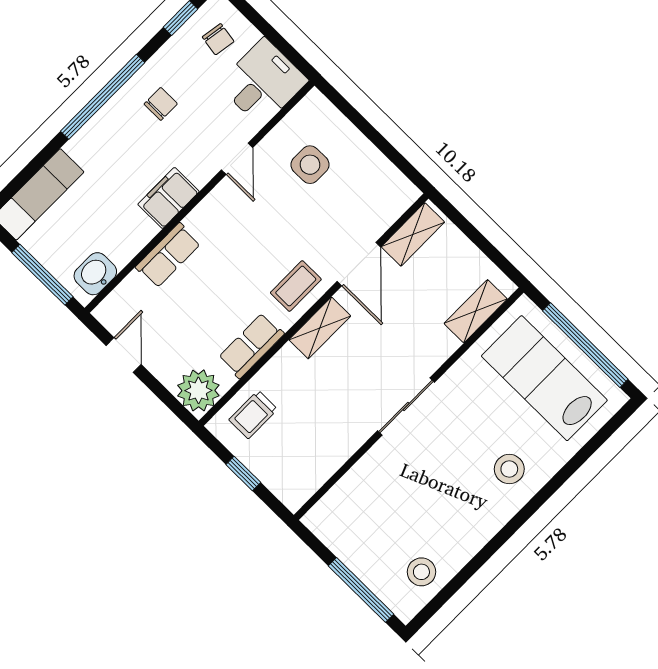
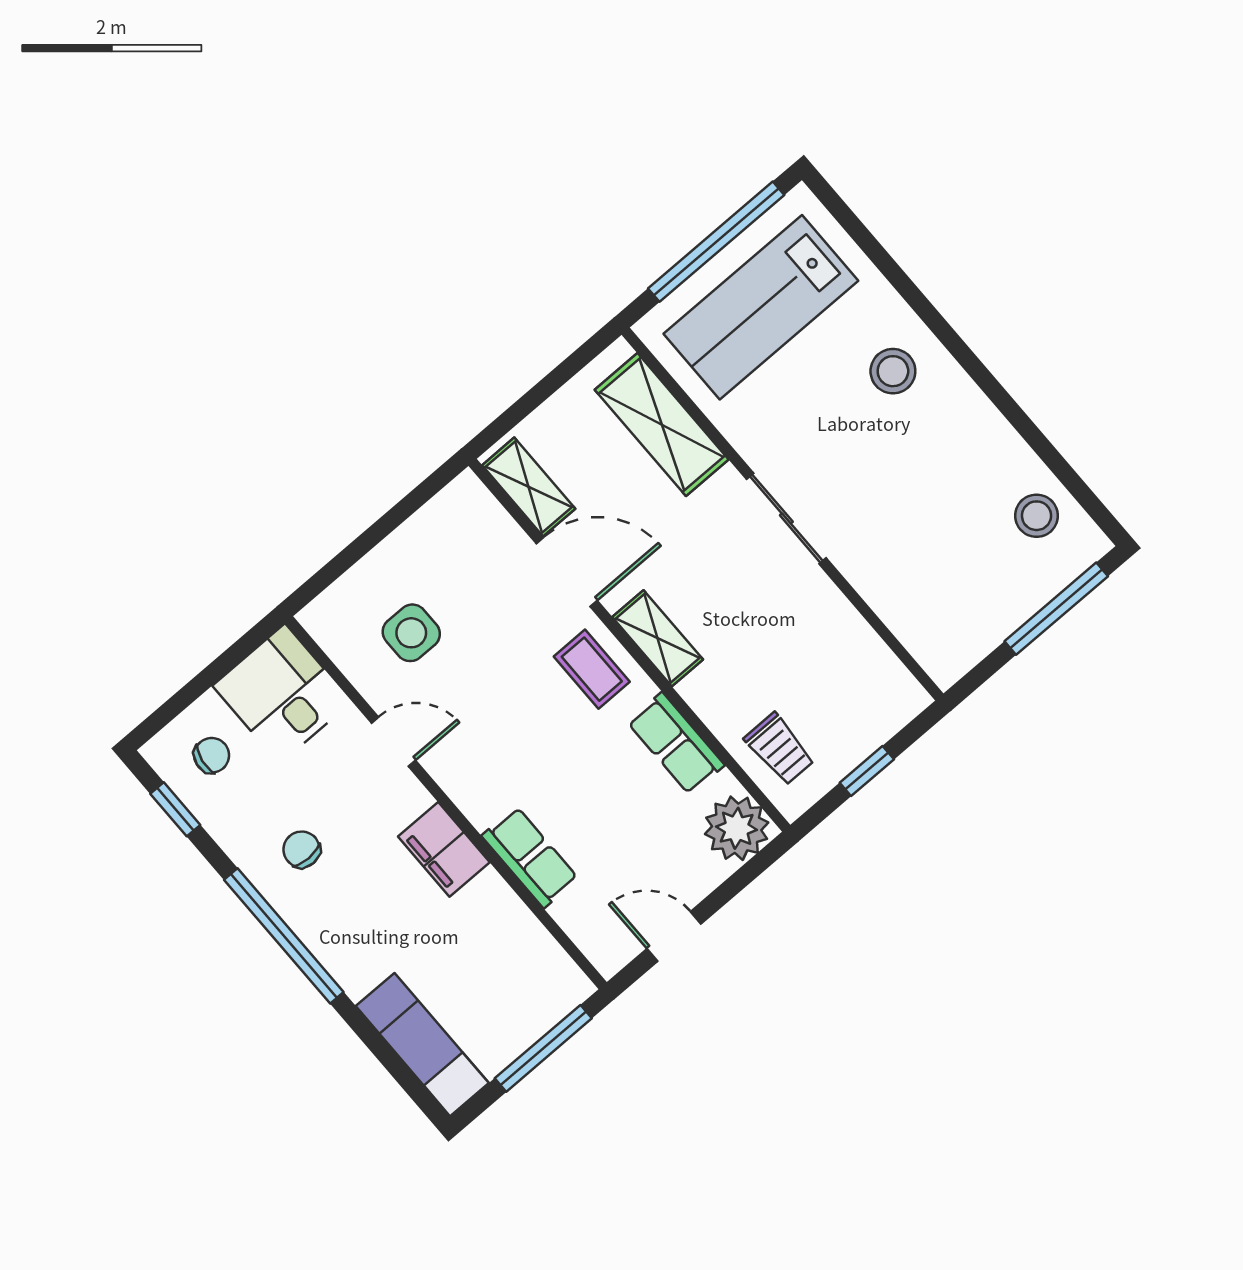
washbasin: (95, 274) -> (549, 969), removed
shelving: (476, 311) -> (662, 425), width x1.50, depth x1.33

